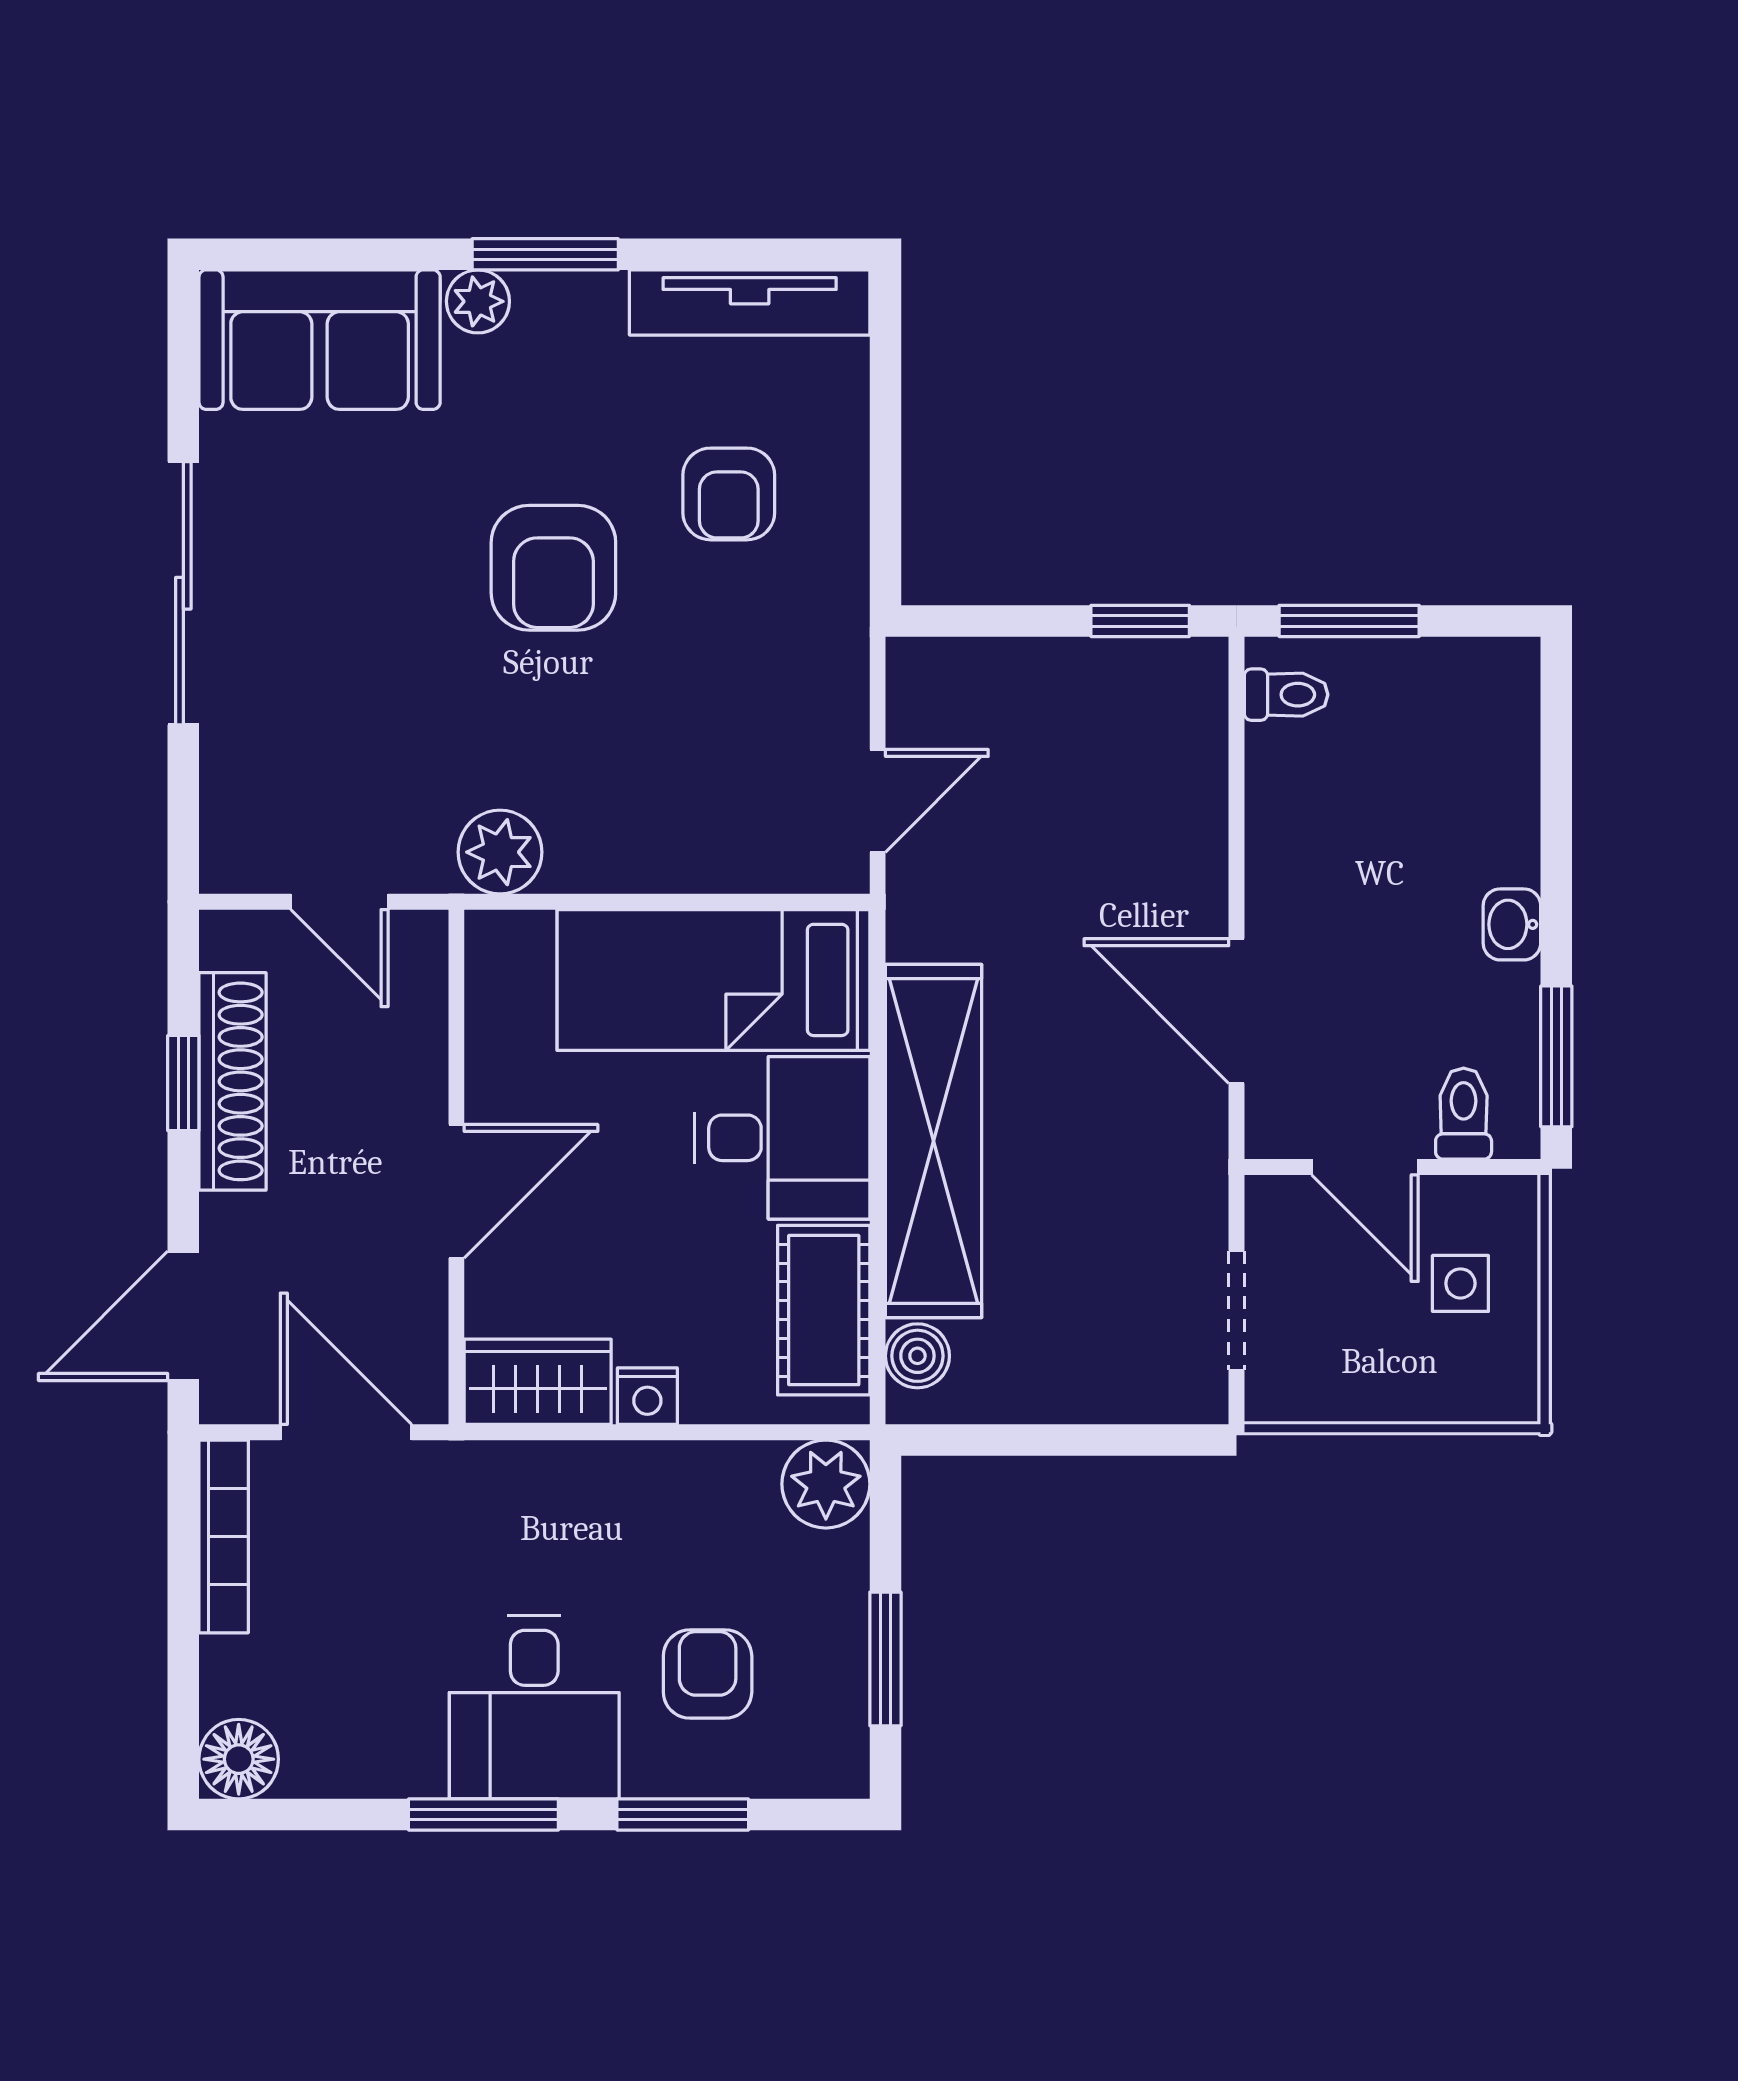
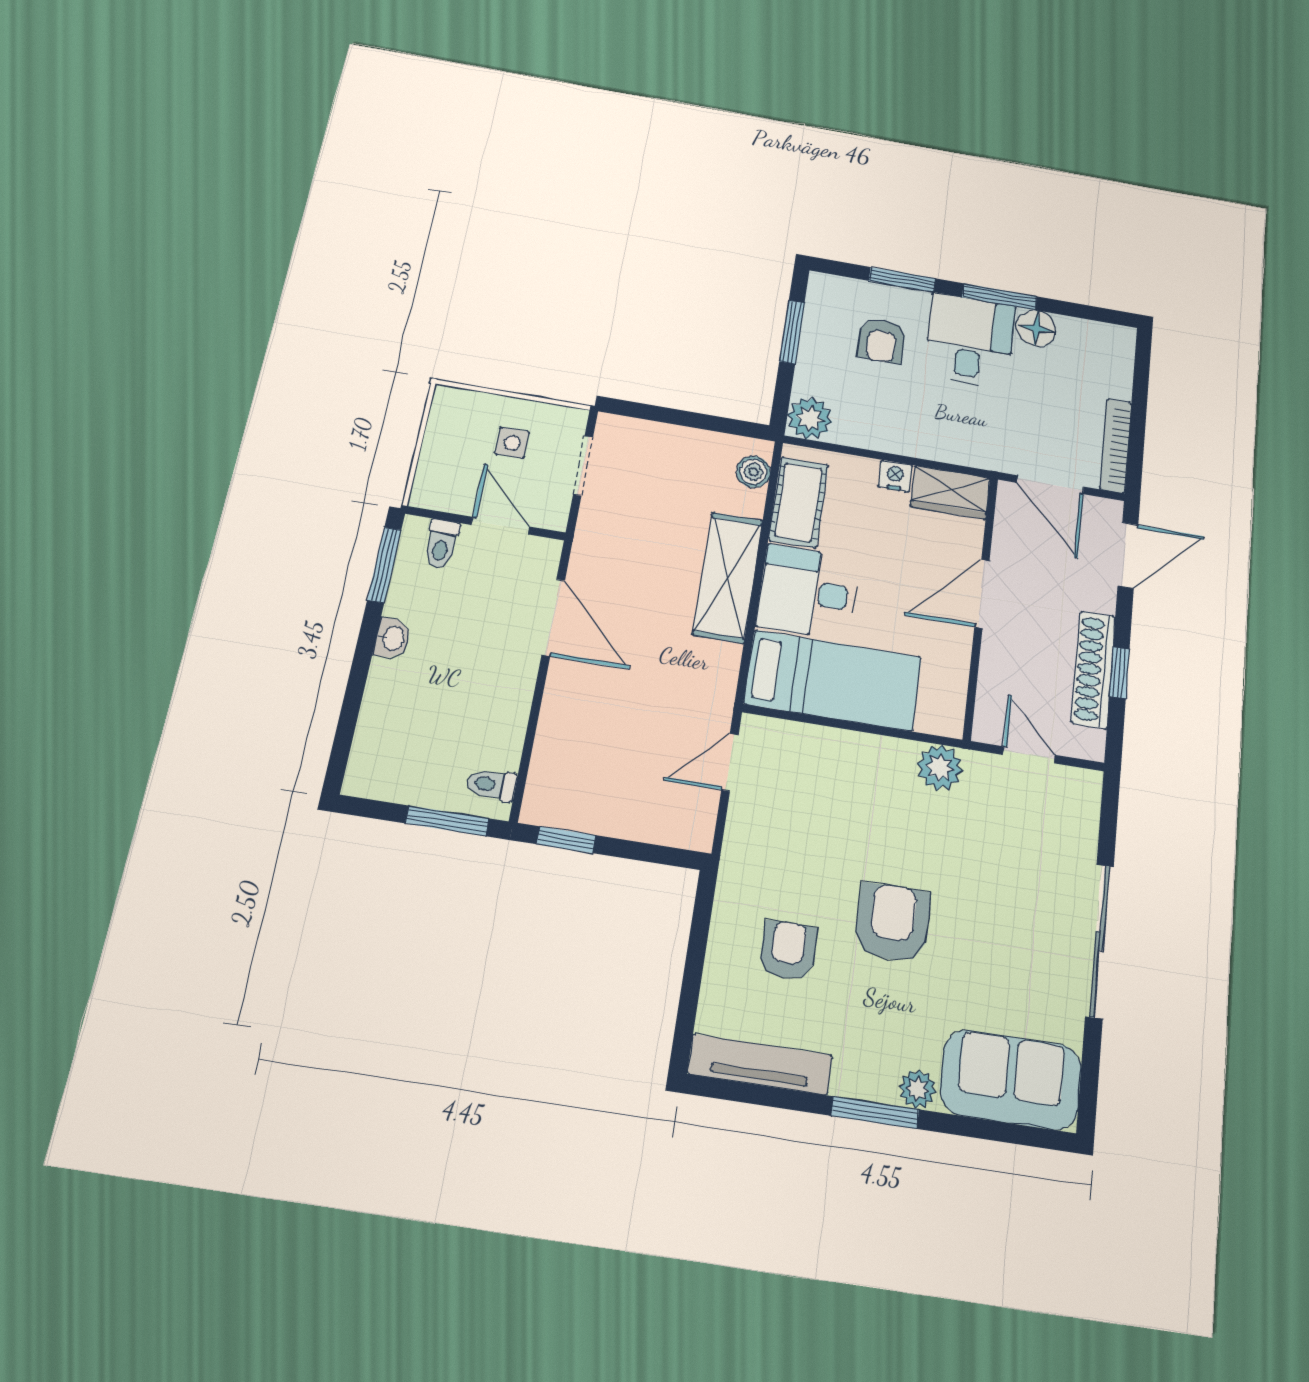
shelving: (934, 1141) -> (728, 577), width x0.68
side table: (1460, 1283) -> (512, 443), moved
floor lamp: (239, 1759) -> (1036, 328), moved

